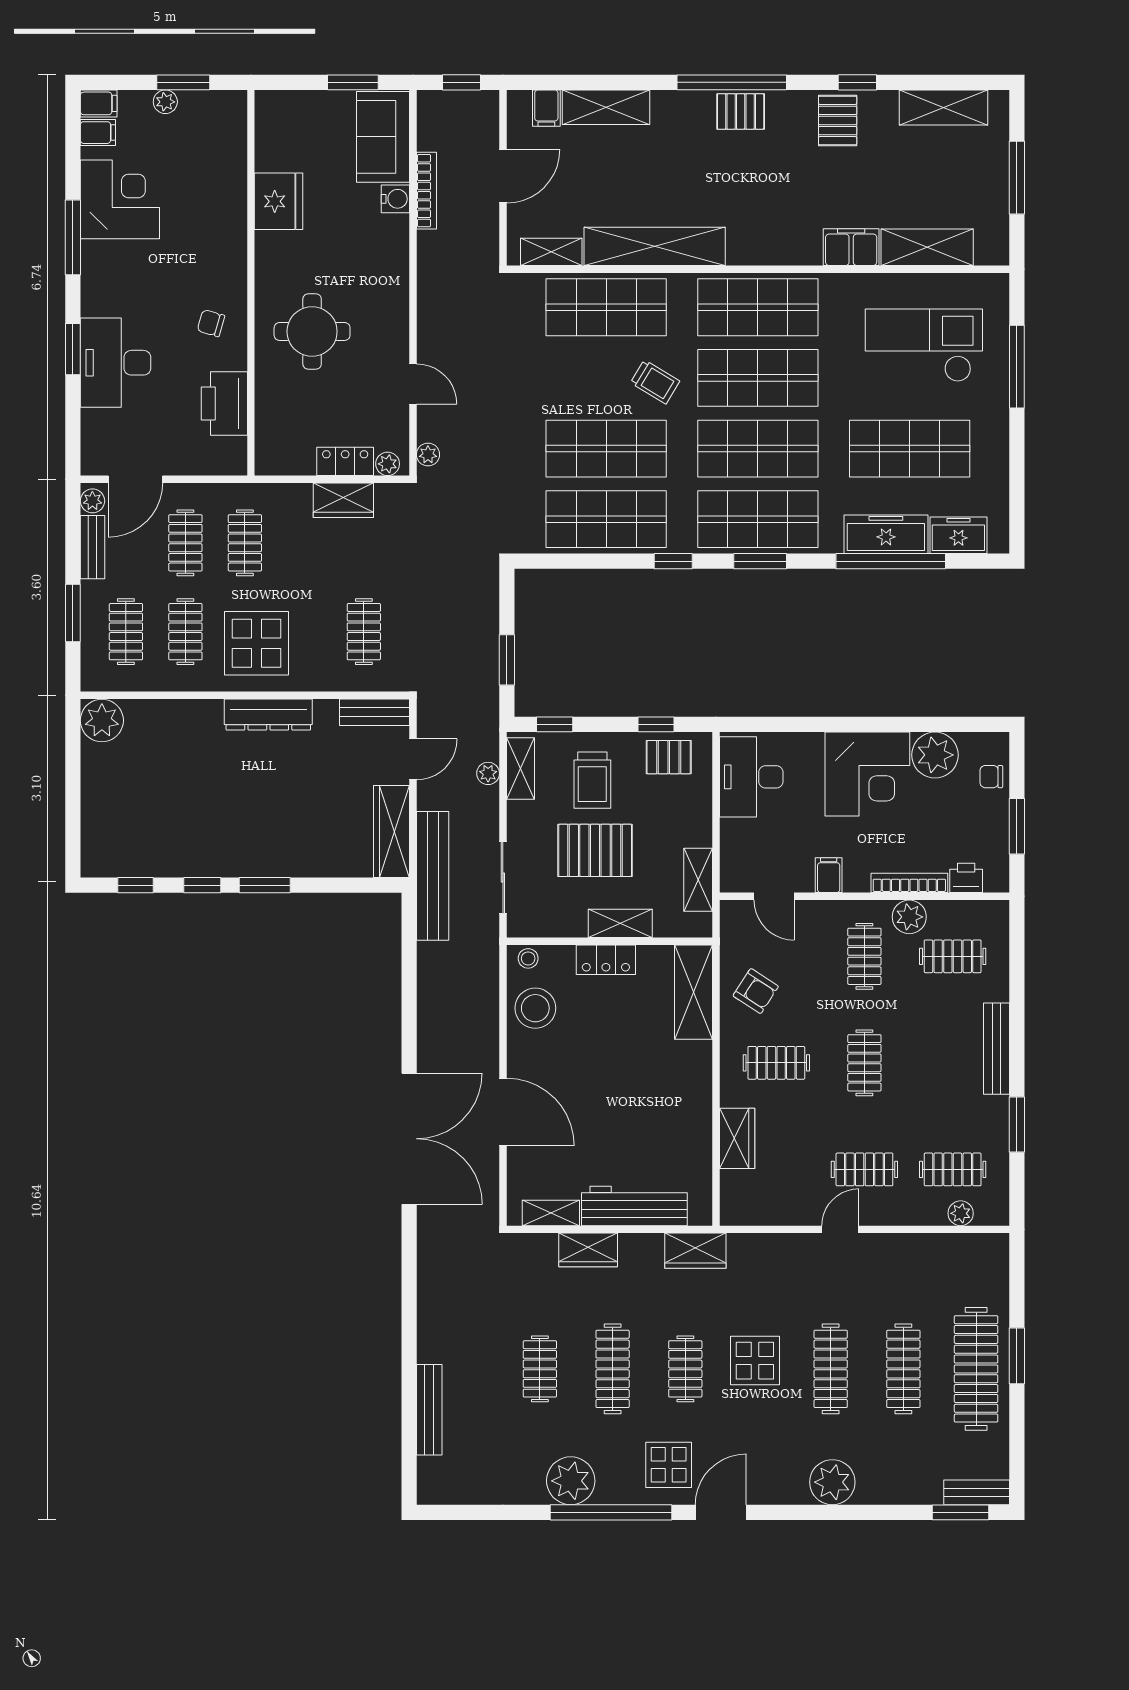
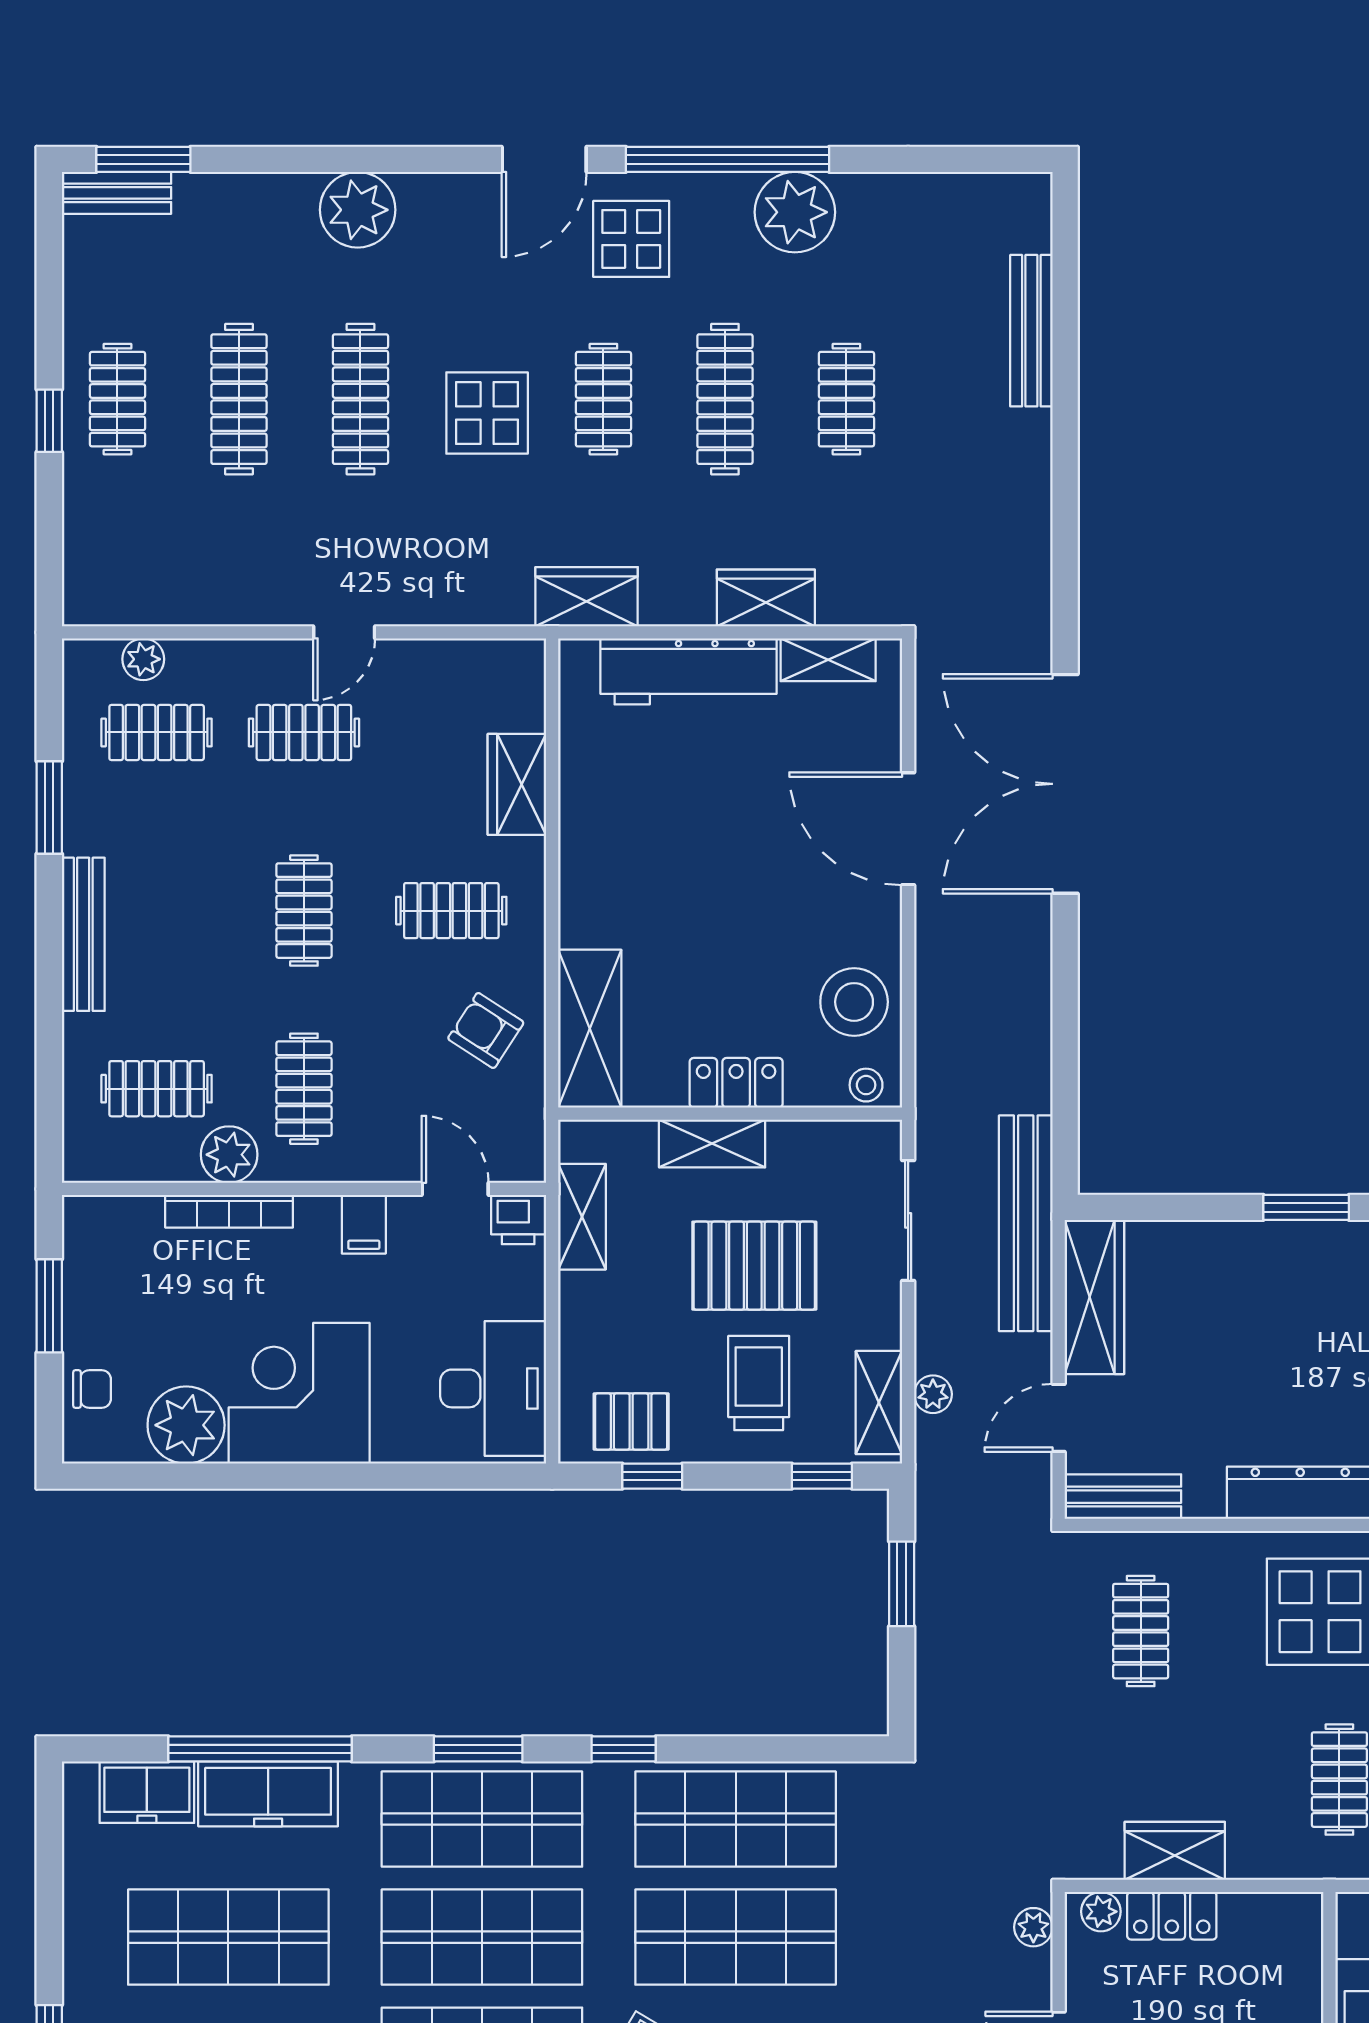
printer: (966, 878) -> (518, 1220), moved
window: (1017, 1356) -> (49, 421), width x0.67
clothes rail: (976, 1369) -> (117, 399), width x0.54, depth x0.76

